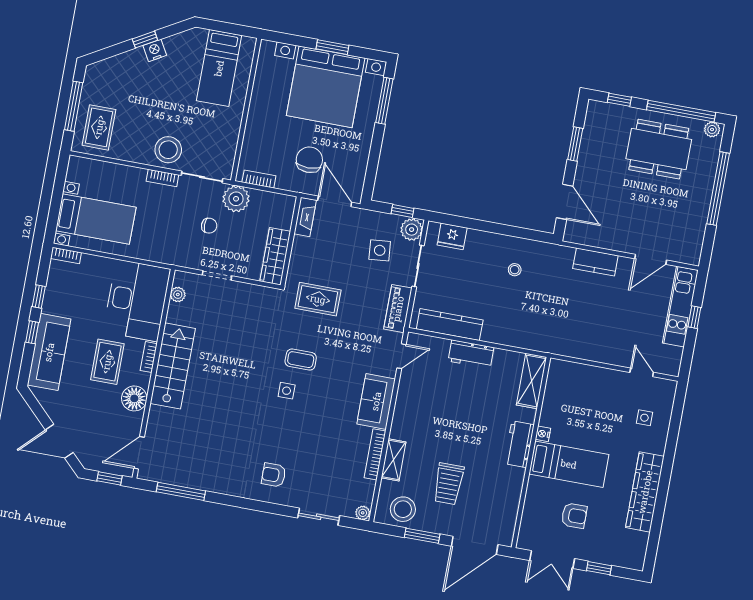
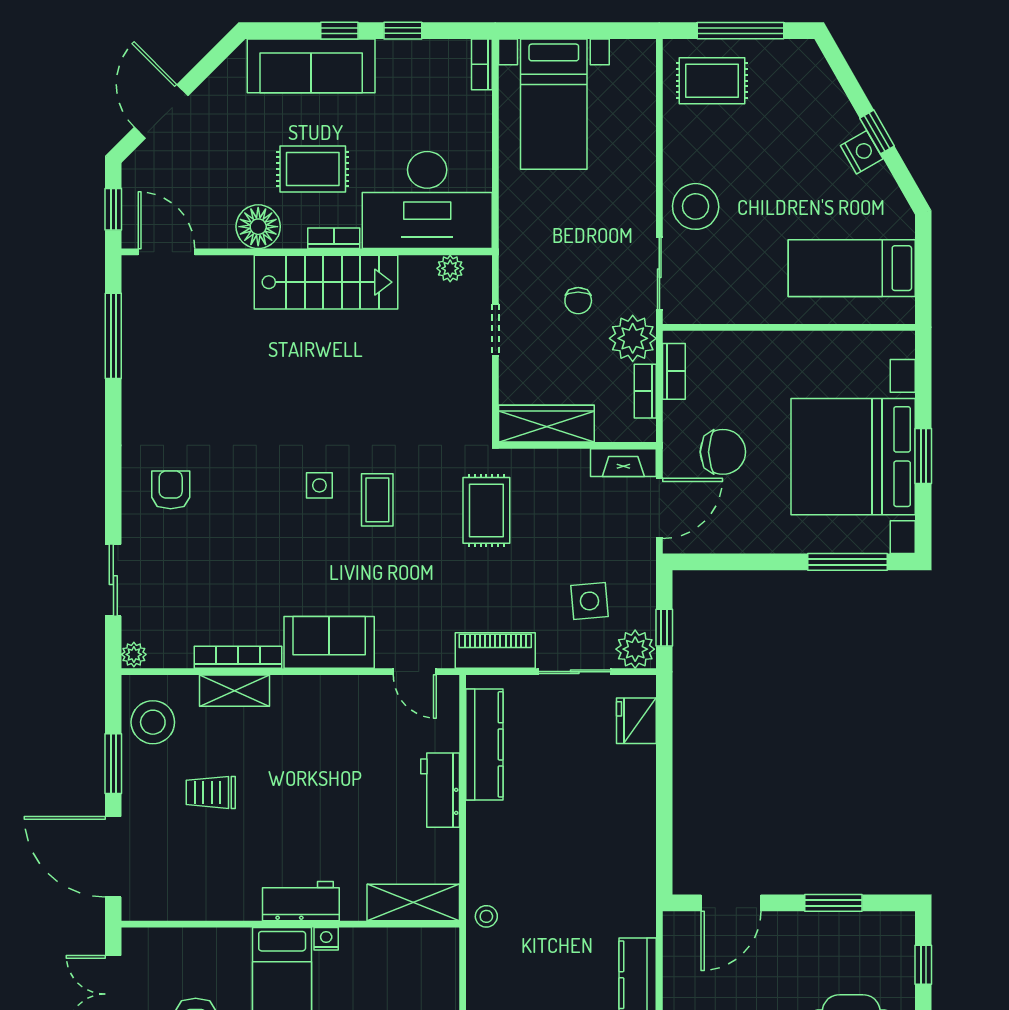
bookcase: (162, 178) -> (645, 391), moved
stool: (515, 270) -> (486, 916), moved
trolley: (448, 484) -> (211, 792), width x0.73, depth x0.72

